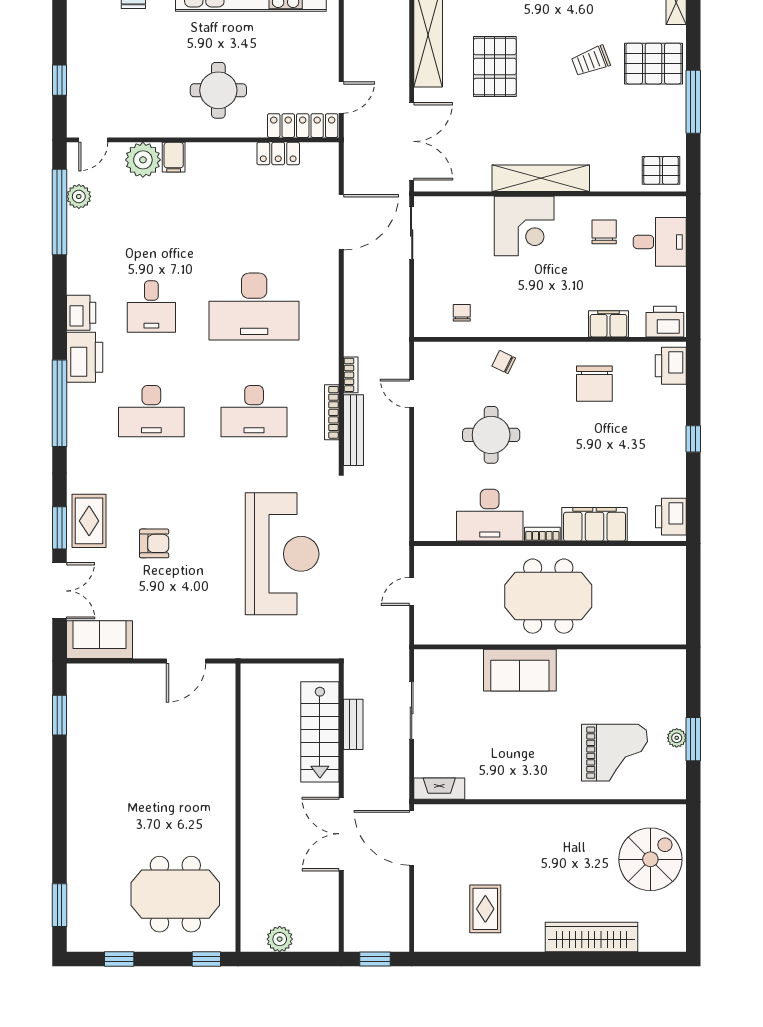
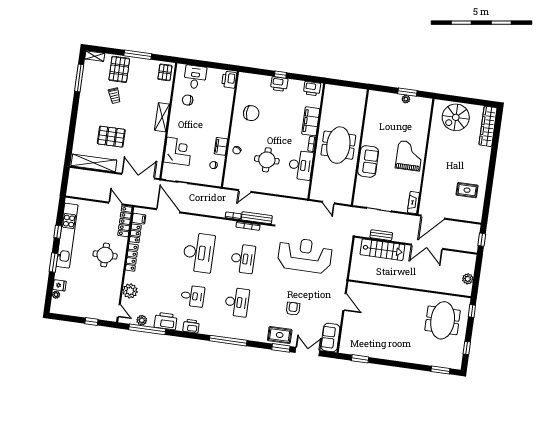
locker: (221, 153) -> (132, 257), added
filing cabinet: (174, 157) -> (139, 219), moved
shelving: (541, 178) -> (162, 117), width x0.68
corner desk: (524, 226) -> (178, 151), moved
filing cabinet: (608, 324) -> (221, 146), moved
printer: (85, 357) -> (166, 321), moved
printer: (671, 366) -> (279, 84), moved
grand piano: (614, 753) -> (409, 156), moved
spiral stairs: (650, 859) -> (456, 117), turned -90
wardrobe: (592, 937) -> (488, 126), moved

